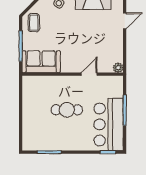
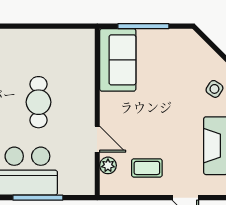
coffee table: (34, 23) -> (147, 168), moved
plant: (118, 68) -> (108, 165), moved

